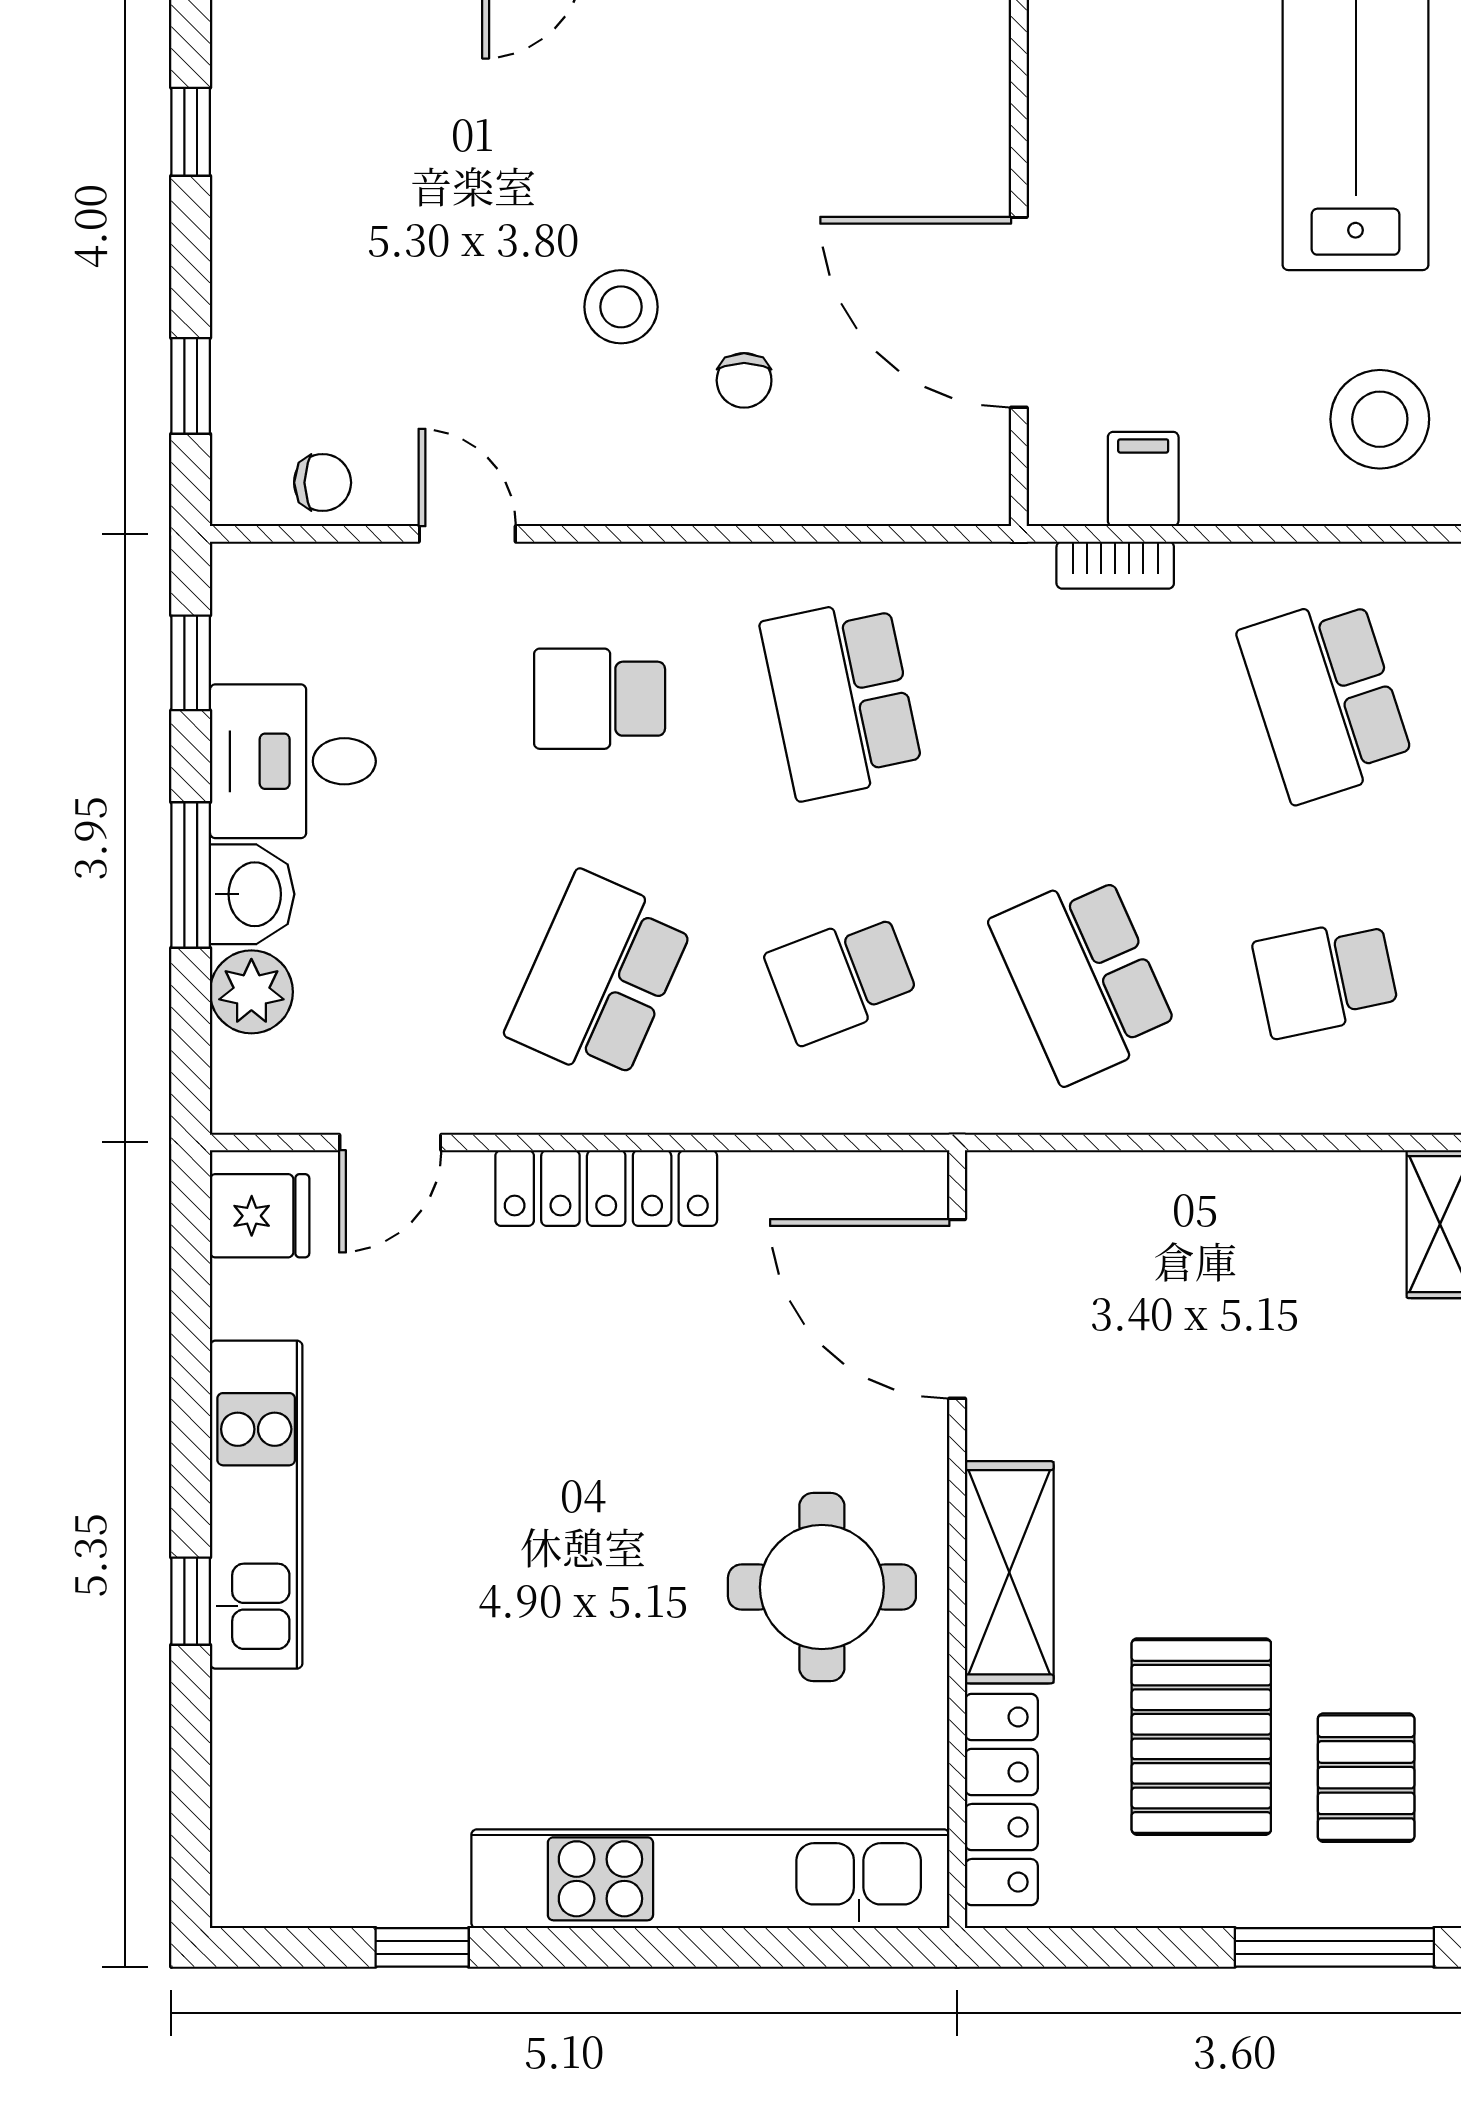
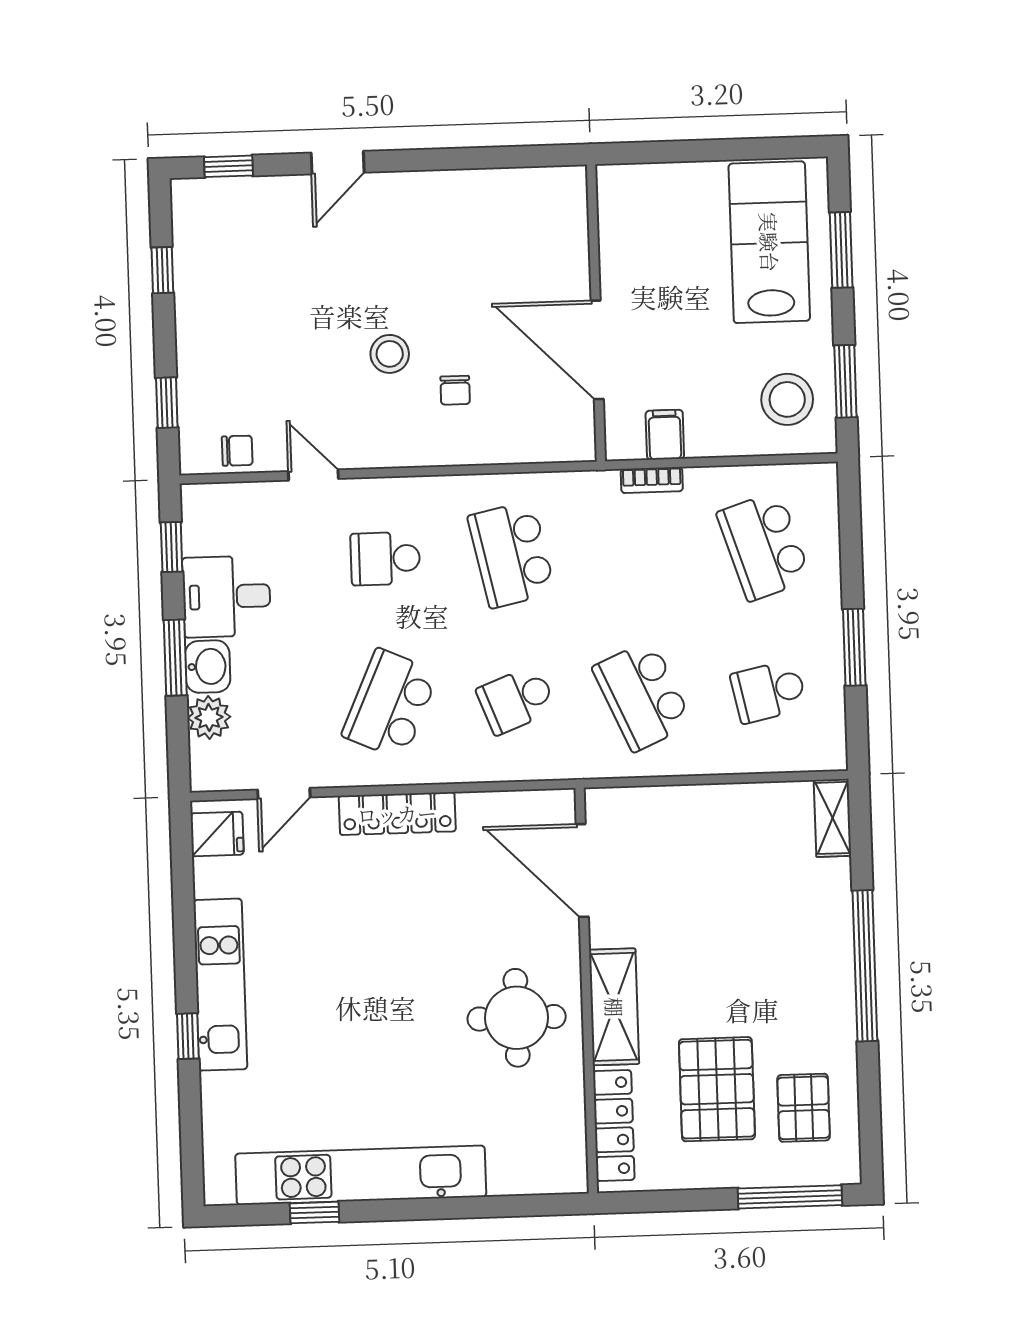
kitchen unit: (710, 1879) -> (361, 1175), moved

